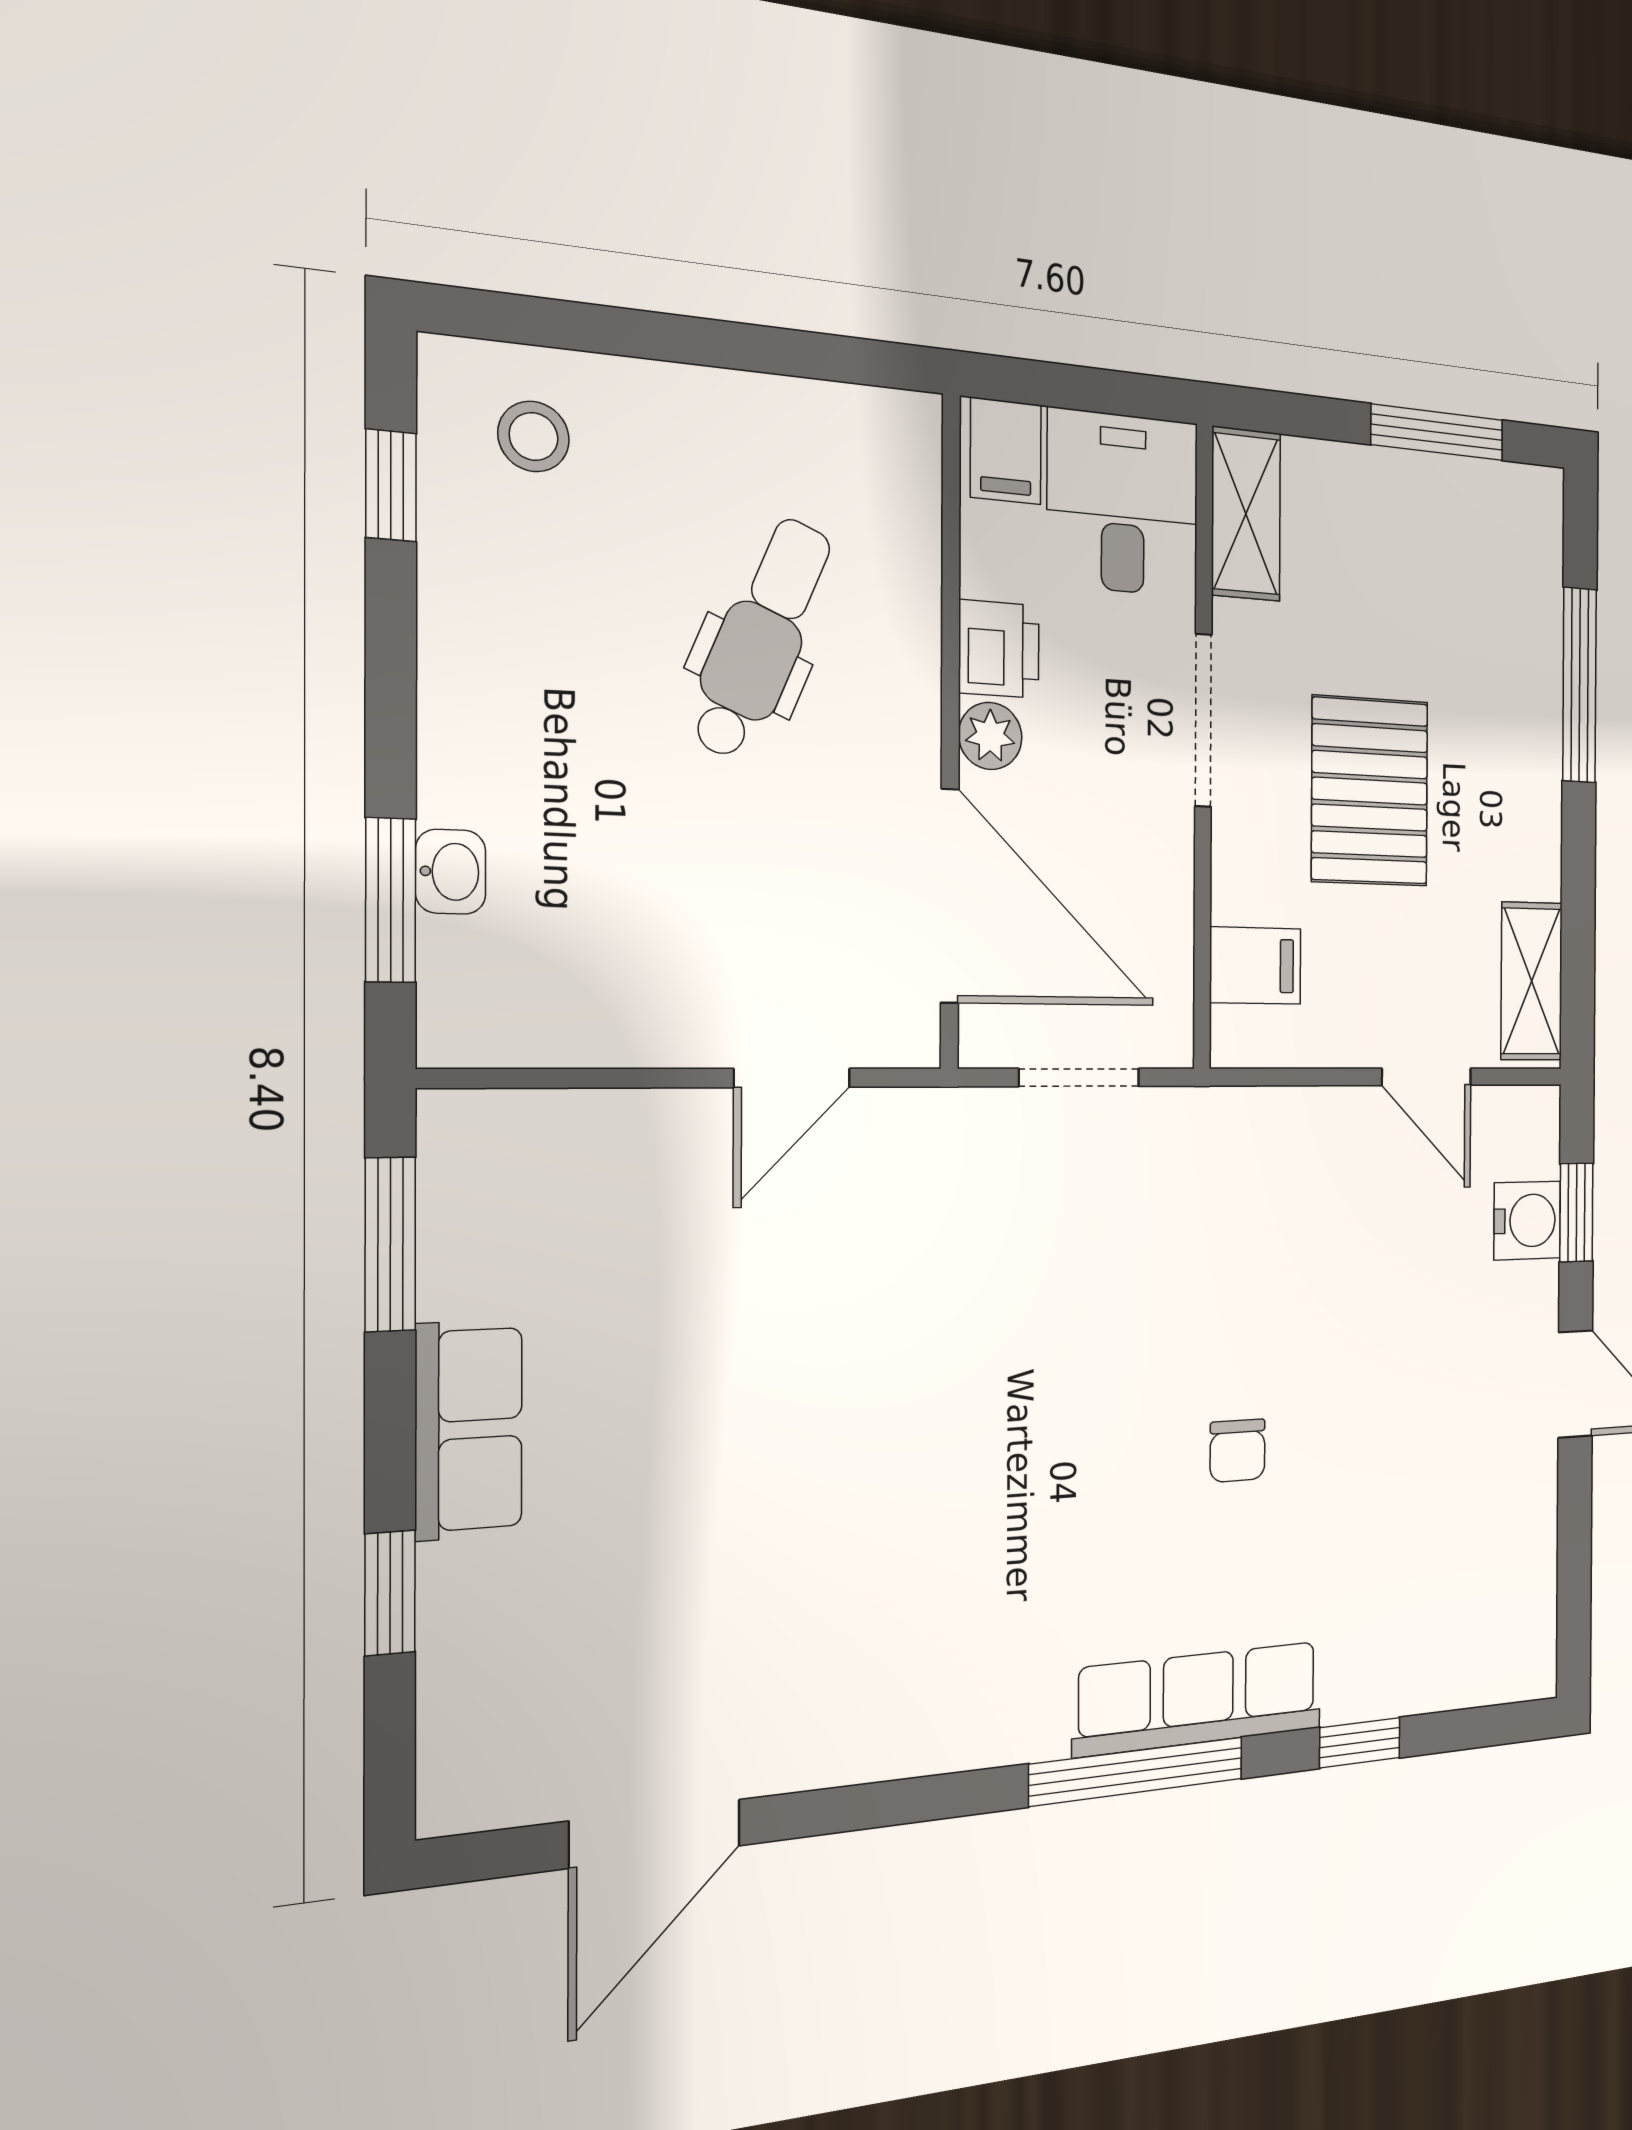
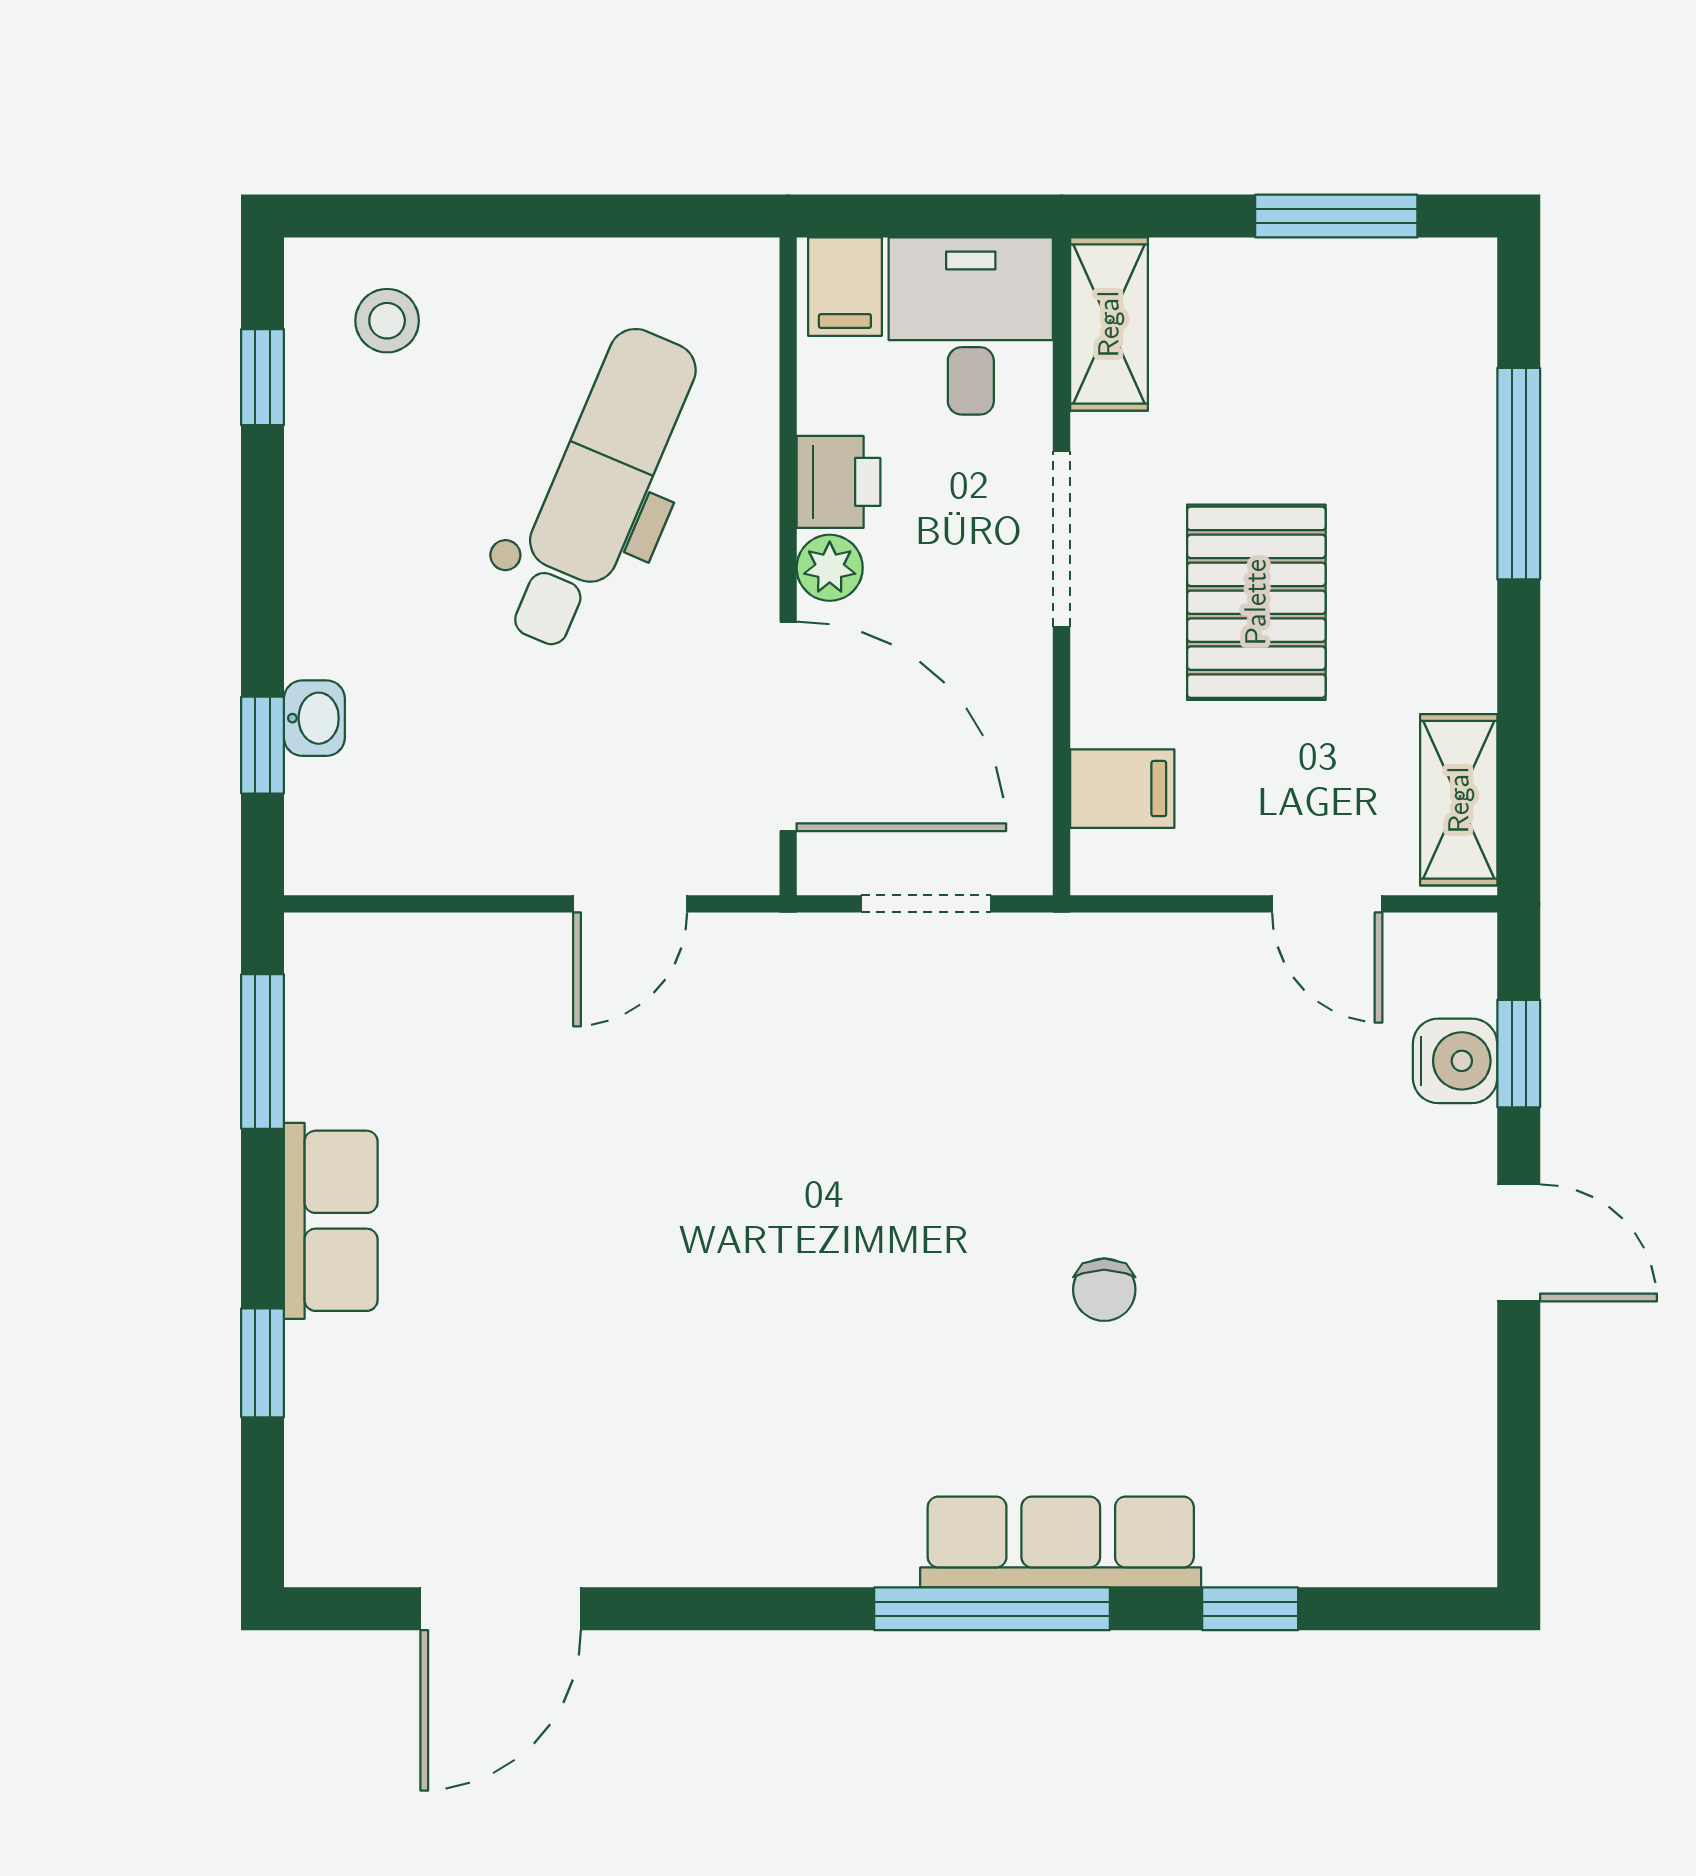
dental chair: (761, 638) -> (599, 488), width x1.36, depth x1.38
window: (391, 900) -> (263, 745), width x0.67

